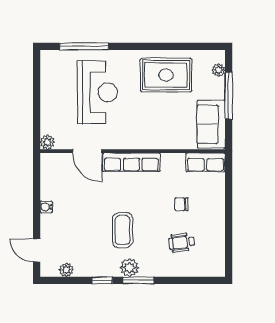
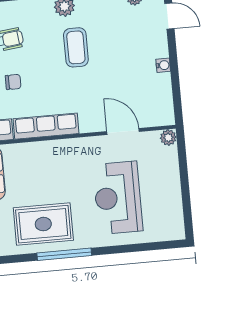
window: (84, 46) -> (64, 254), moved
row of seats: (131, 162) -> (46, 126), moved

